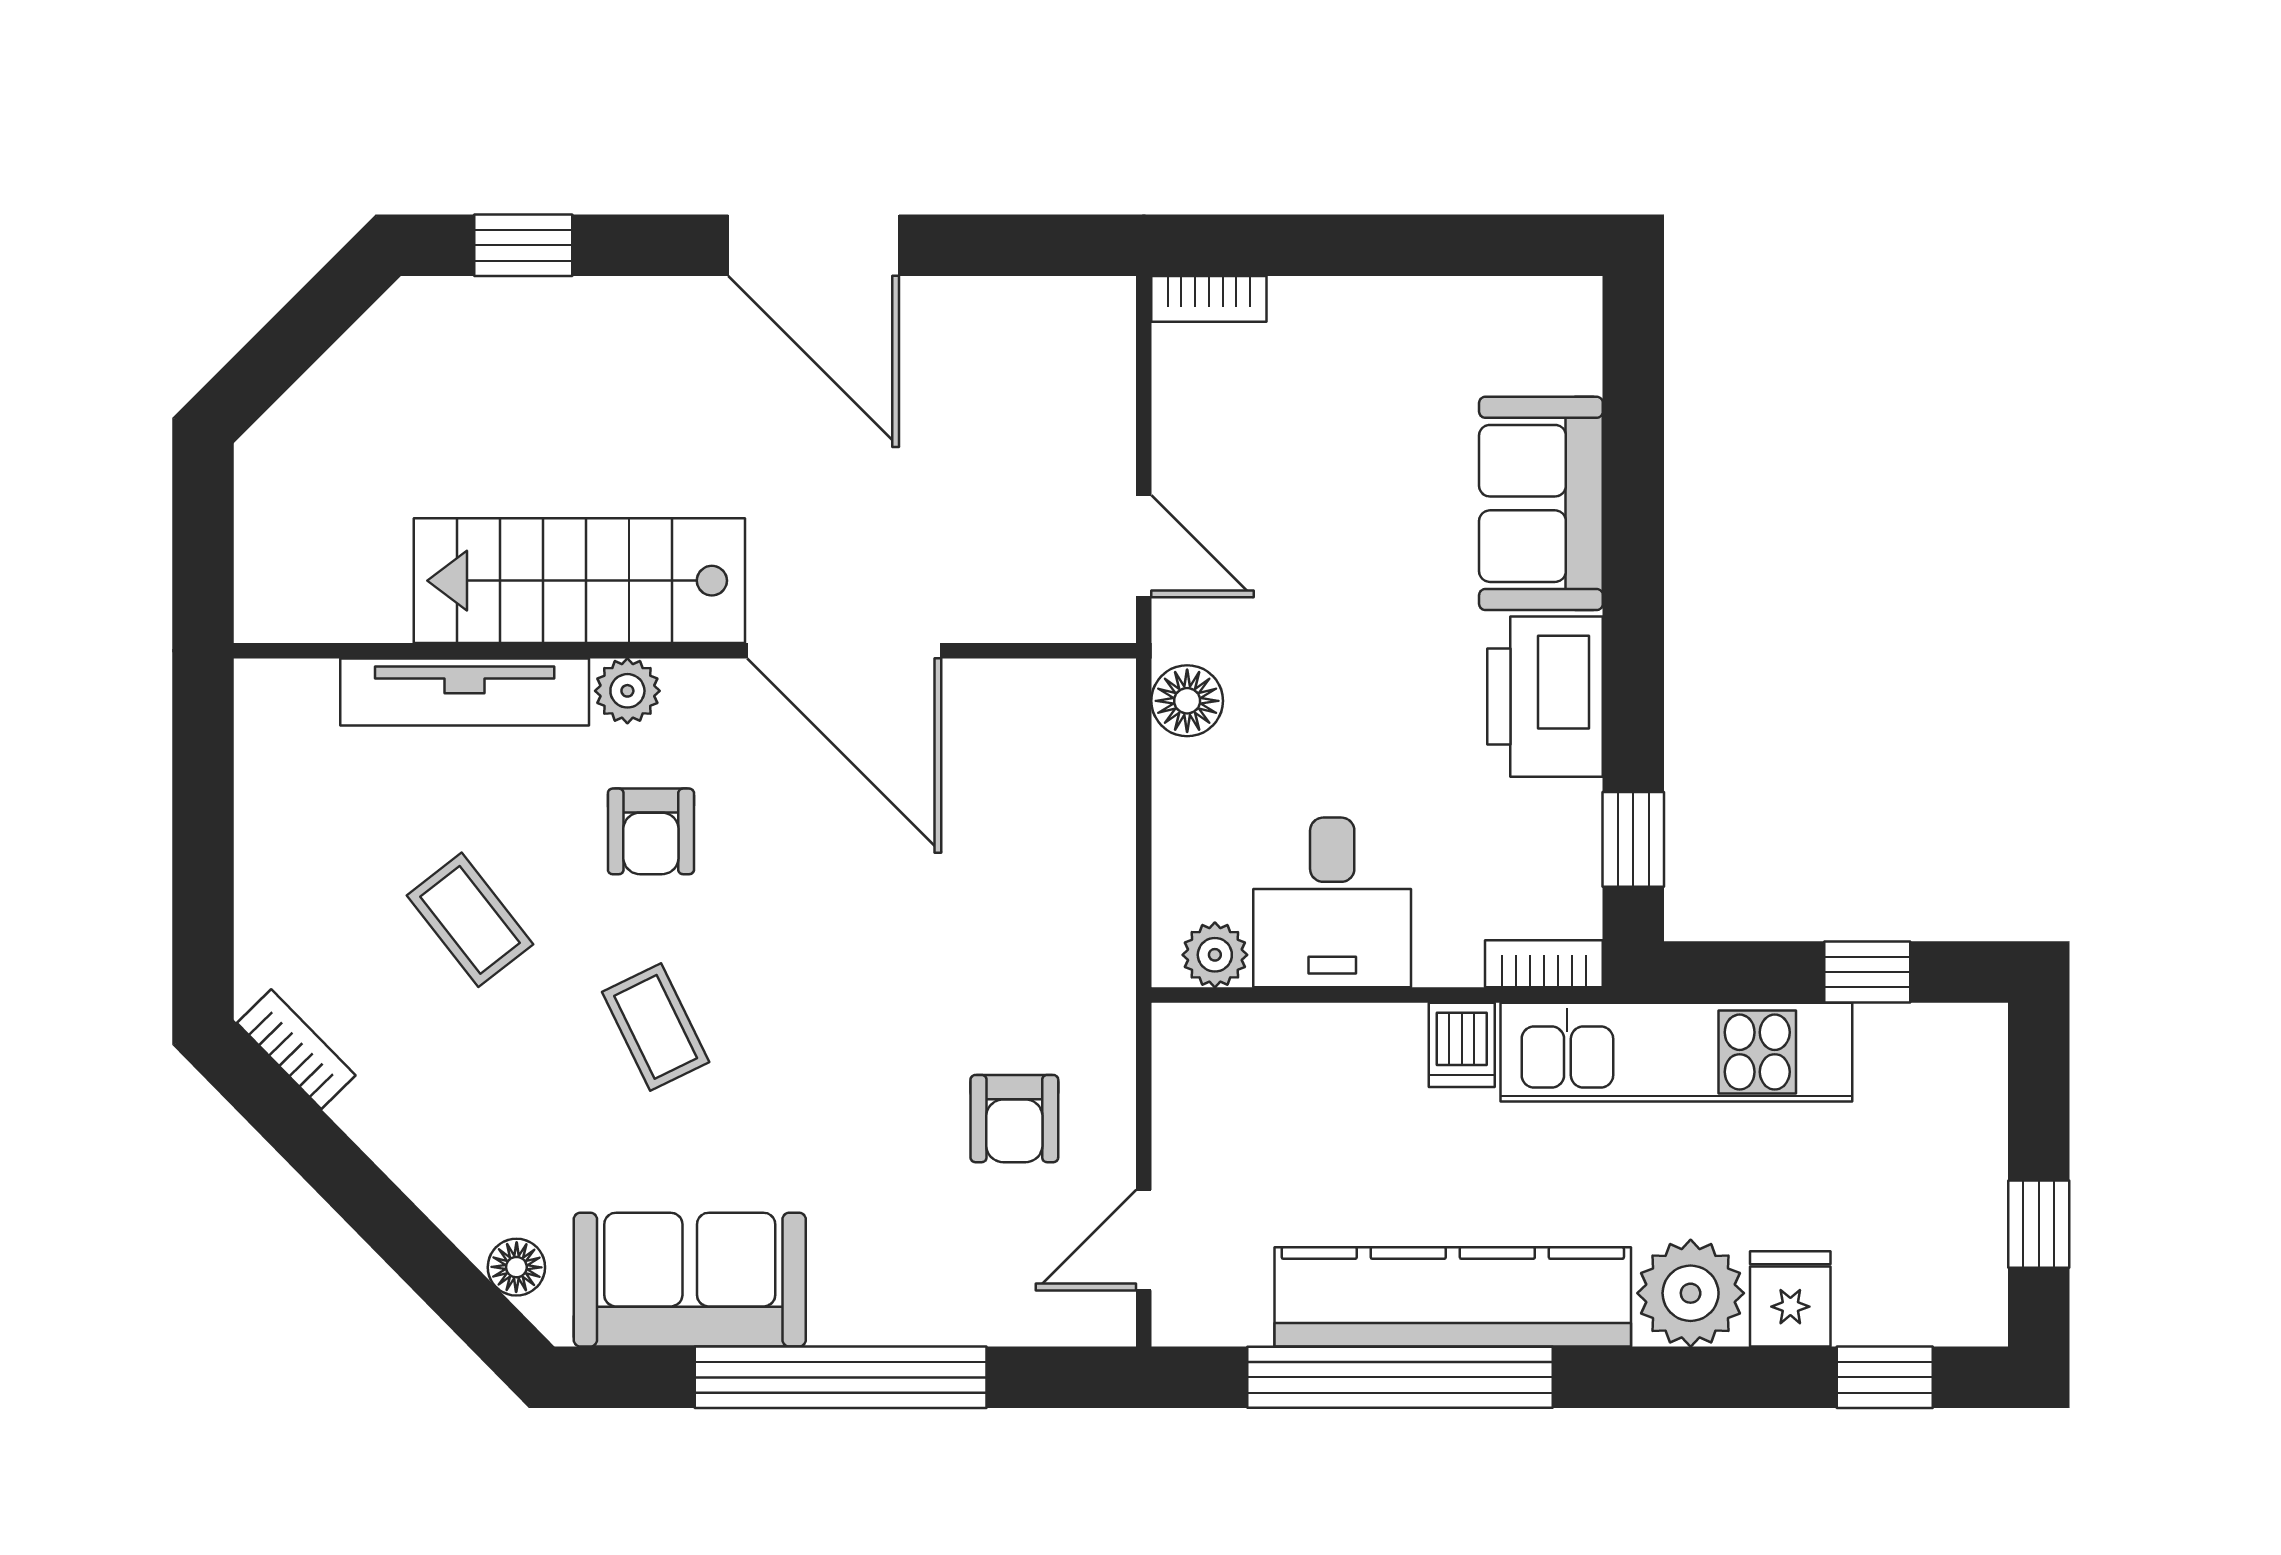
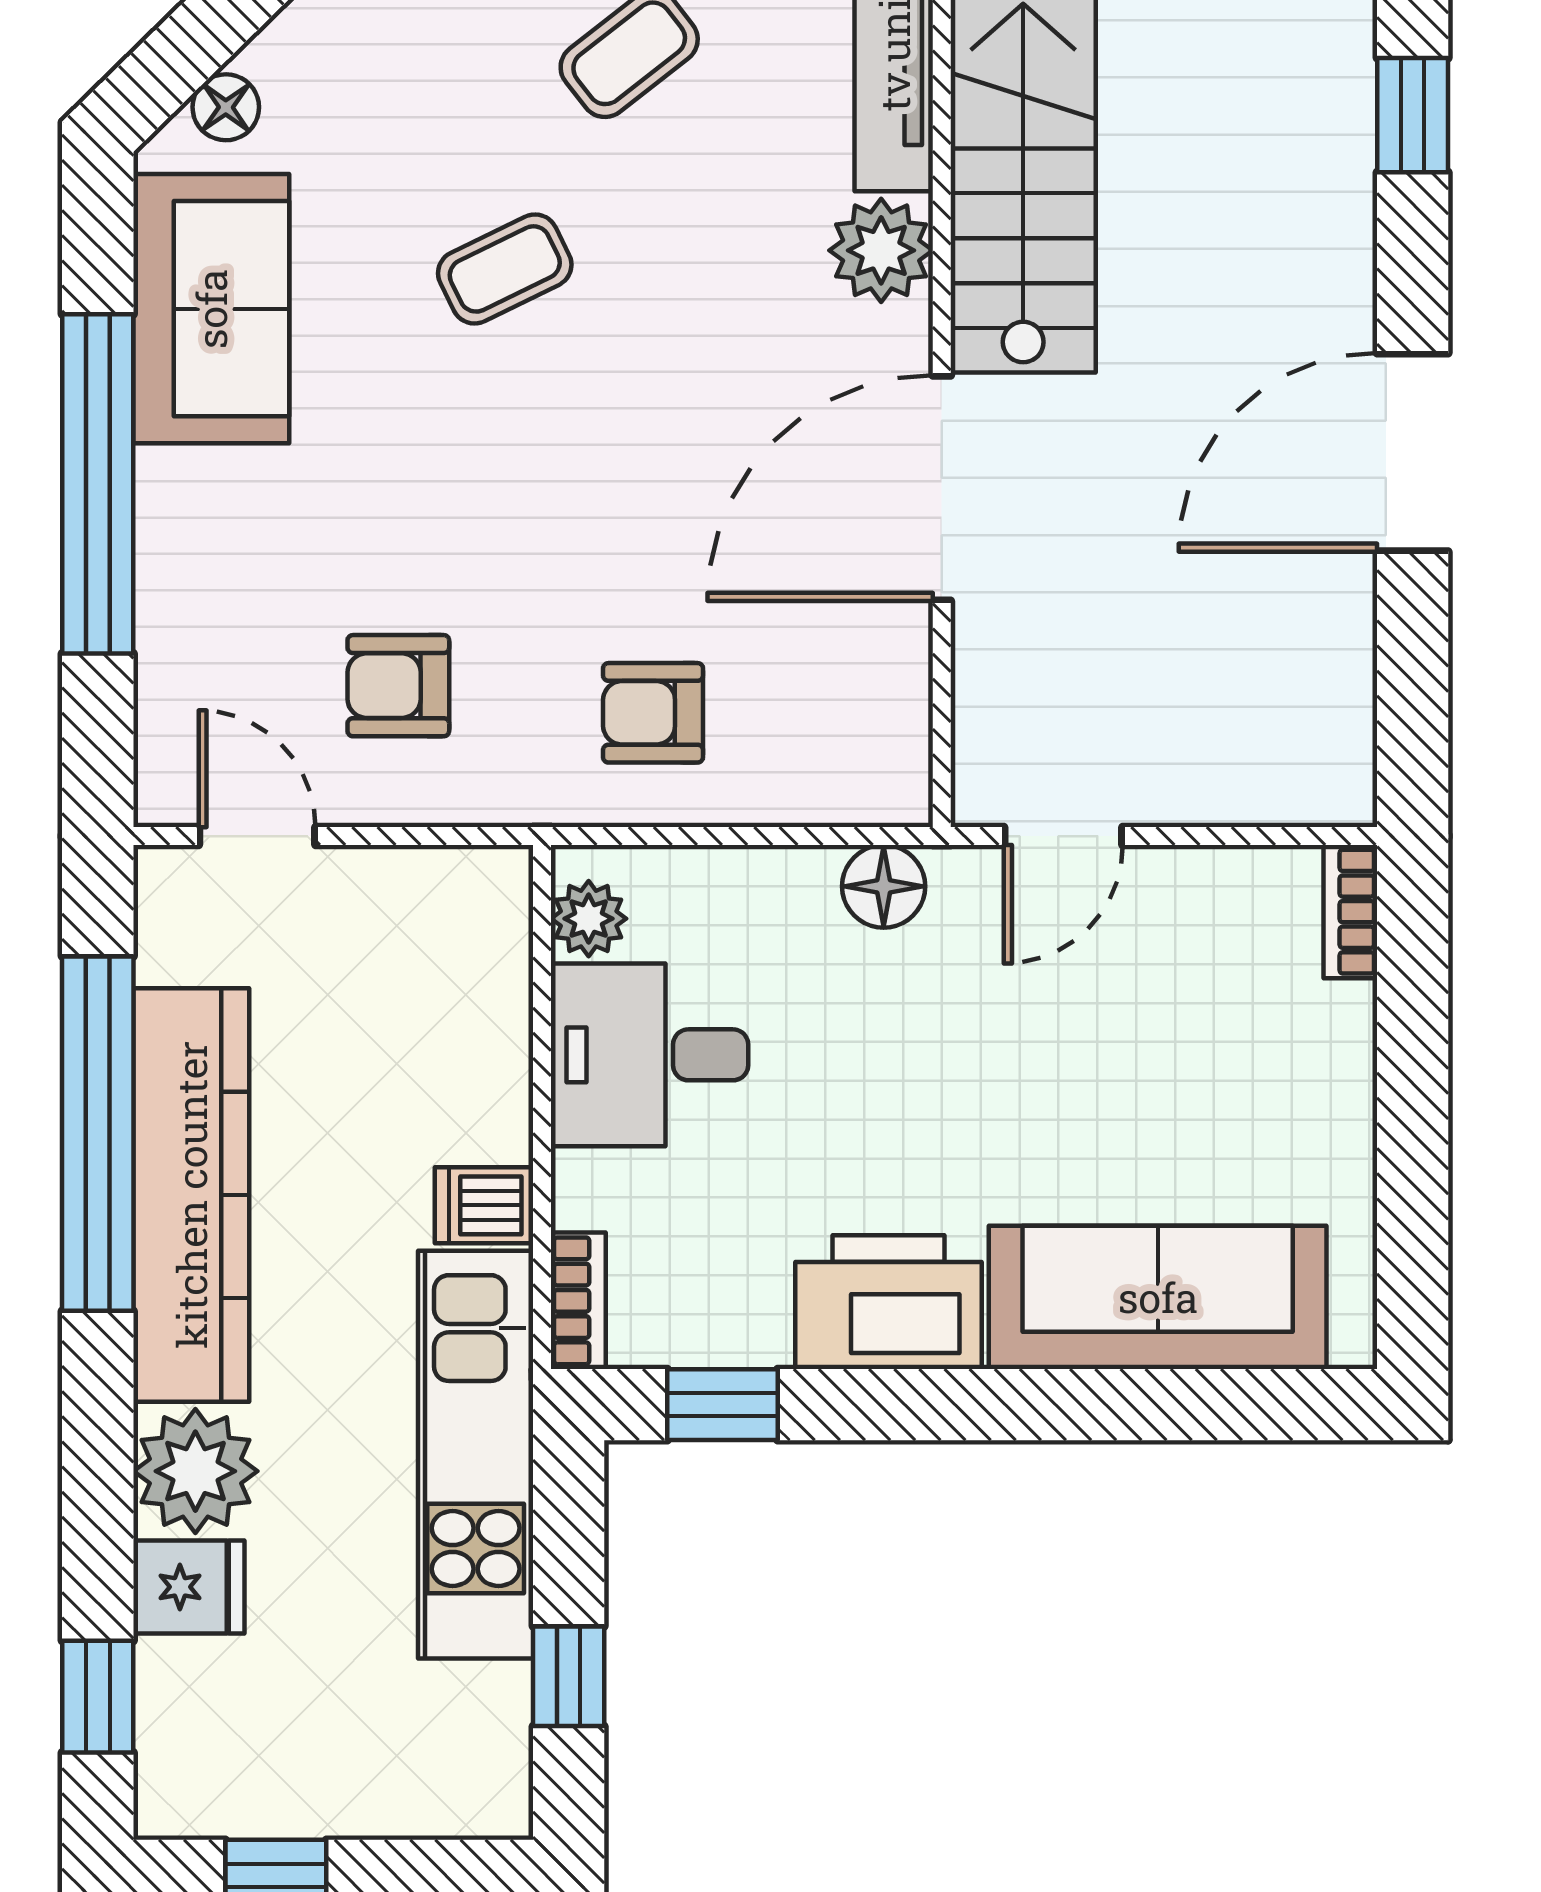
sofa: (1541, 503) -> (1158, 1297), width x1.36
plant: (627, 691) -> (881, 250), width x1.38, depth x1.38
armchair: (651, 831) -> (653, 713), moved

